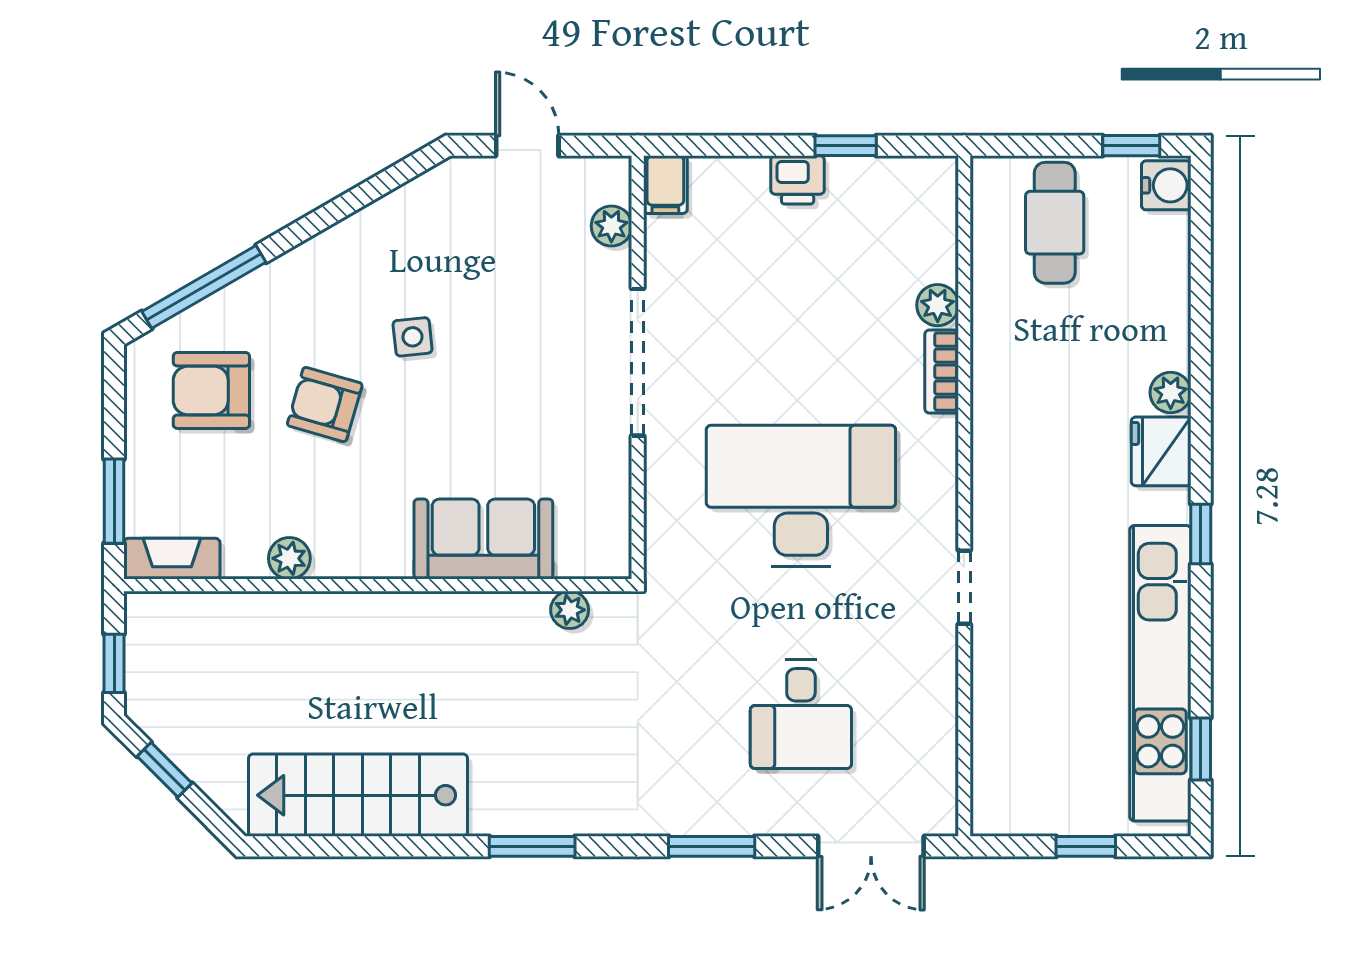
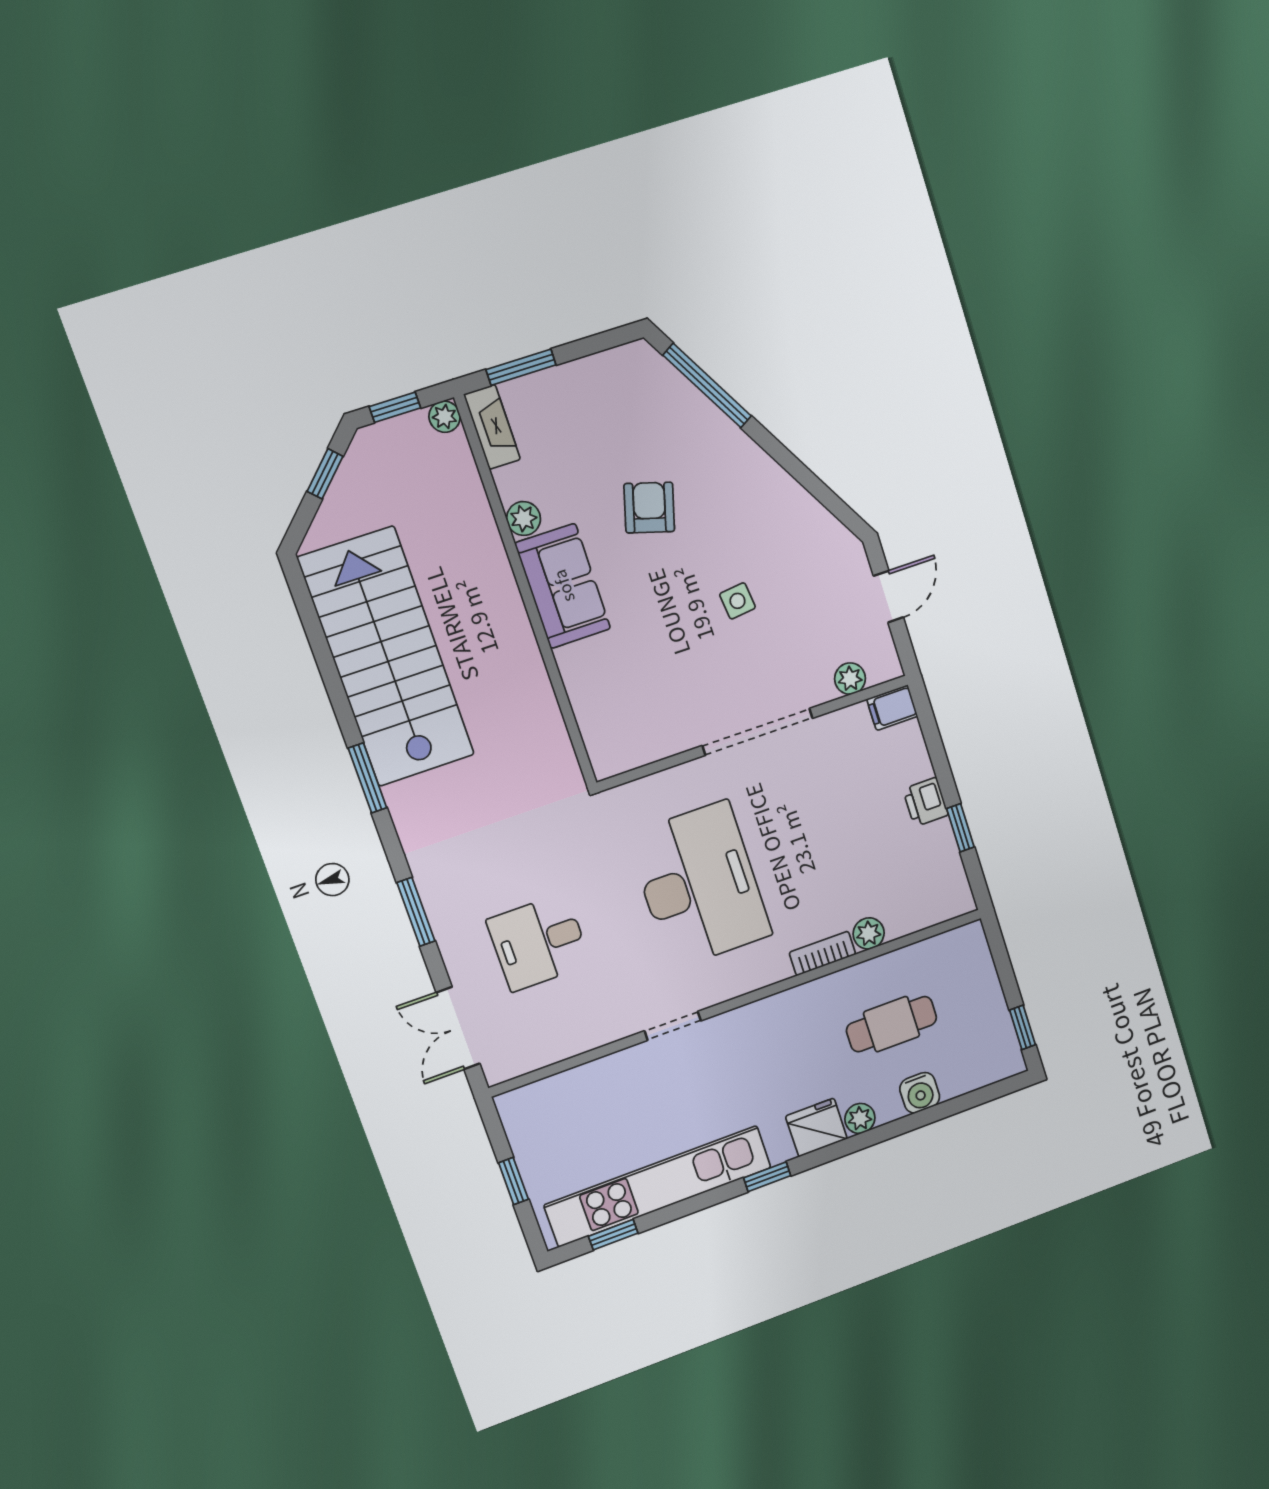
water cooler: (1166, 185) -> (920, 1093), moved
cafe table: (1055, 223) -> (892, 1024), moved
side table: (413, 337) -> (737, 601), moved
armchair: (211, 390) -> (631, 417), removed
sofa: (483, 539) -> (563, 586), moved
plant: (570, 610) -> (445, 417), moved
stairs: (358, 795) -> (386, 657), width x1.36, depth x1.51

